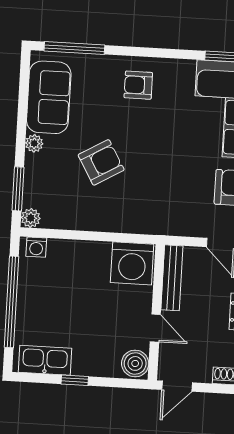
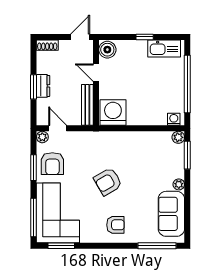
armchair: (101, 162) -> (108, 182), moved

